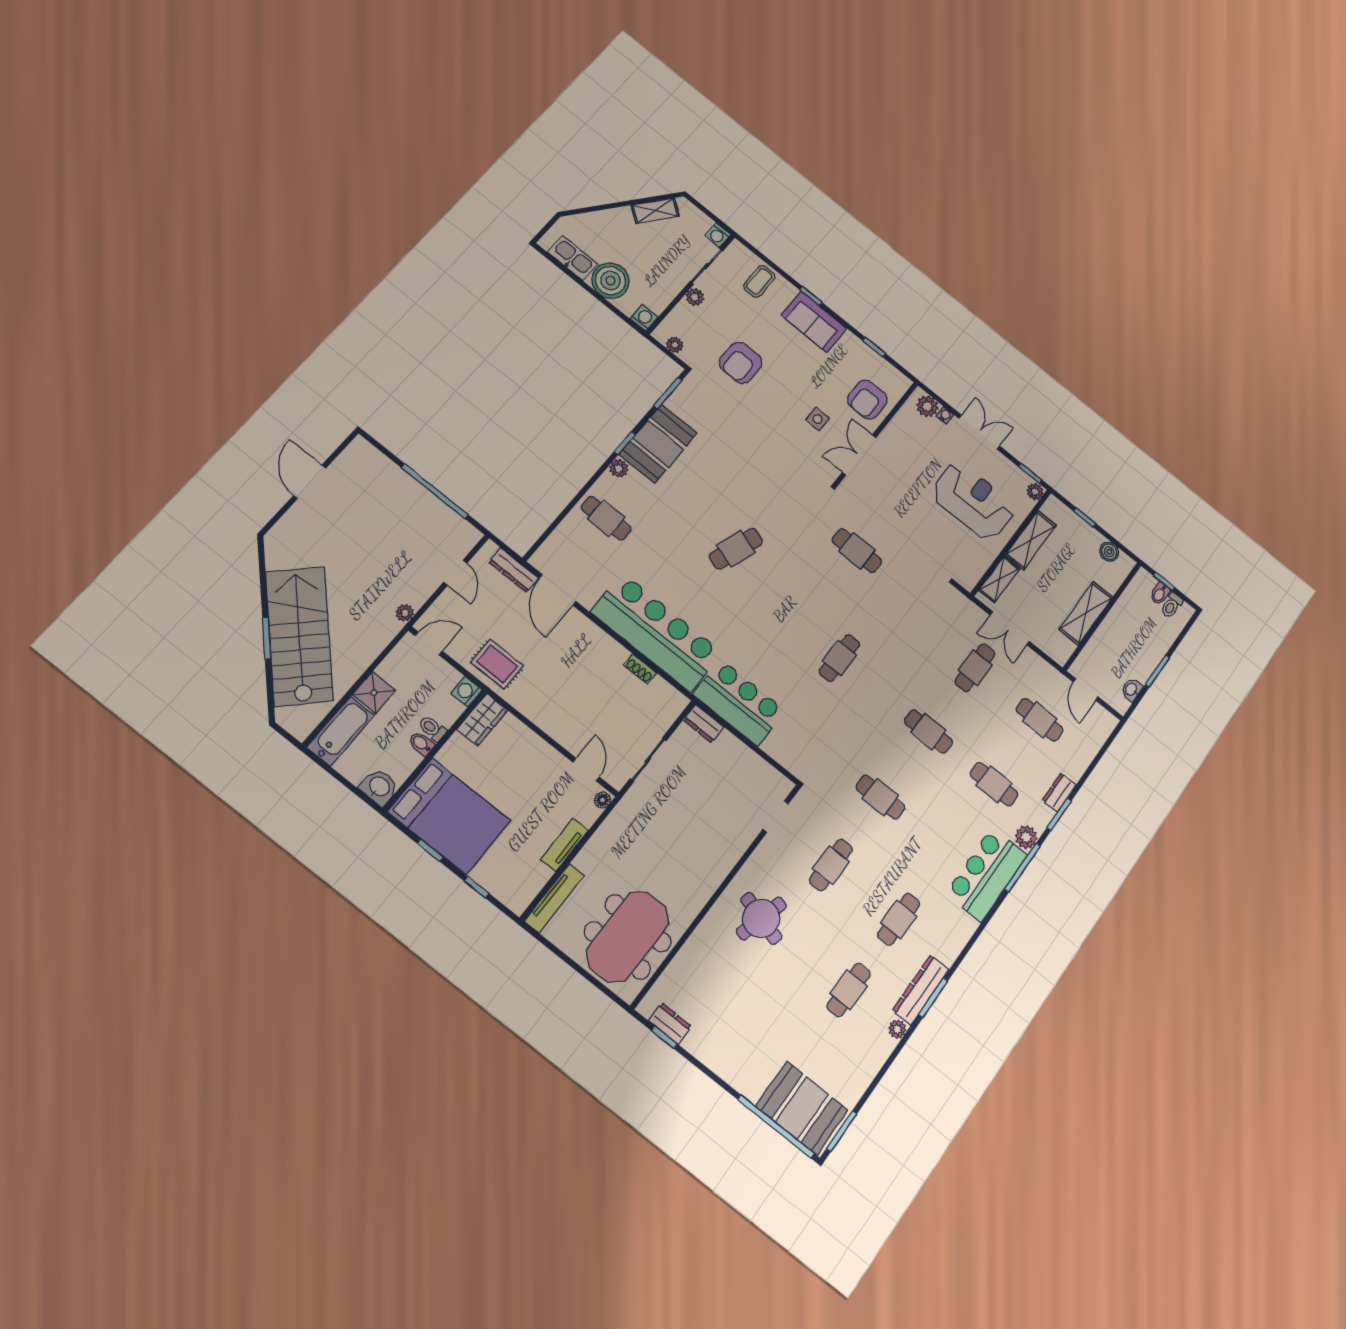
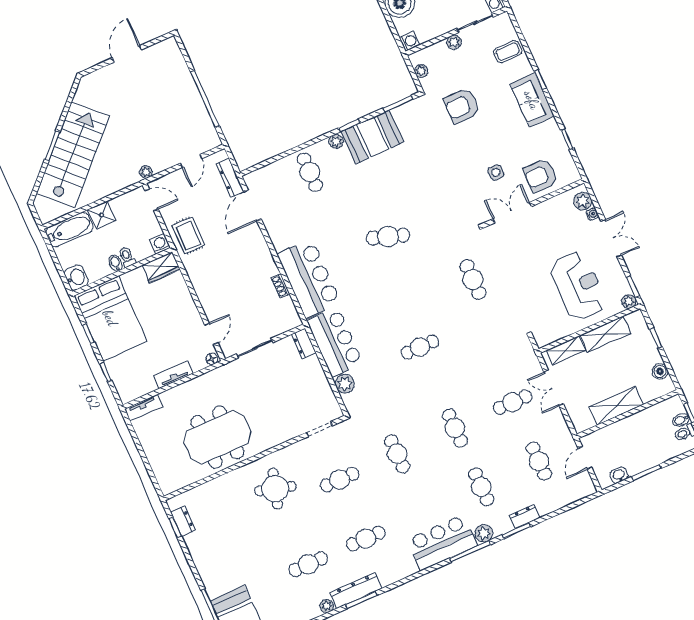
bar counter: (656, 632) -> (309, 279), width x0.73
plant: (777, 746) -> (345, 384), added
tv unit: (554, 898) -> (143, 408), width x0.71
meeting table: (628, 937) -> (217, 437), moved

